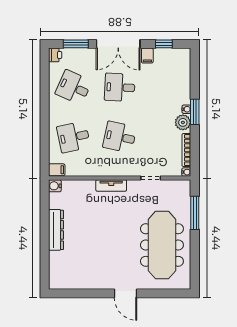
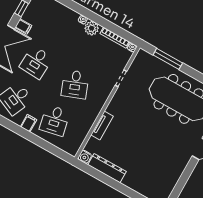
window: (195, 112) -> (89, 14), removed
desk: (120, 137) -> (75, 84), turned -33
filing cabinet: (57, 170) -> (29, 123), moved
tv unit: (111, 185) -> (102, 126), moved
dresser: (56, 230) -> (107, 168), moved

